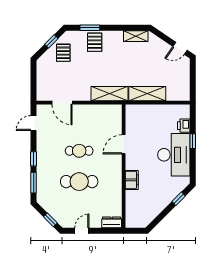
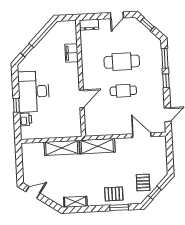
pallet: (95, 42) -> (114, 194), turned 90
filing cabinet: (132, 180) -> (72, 53), moved

